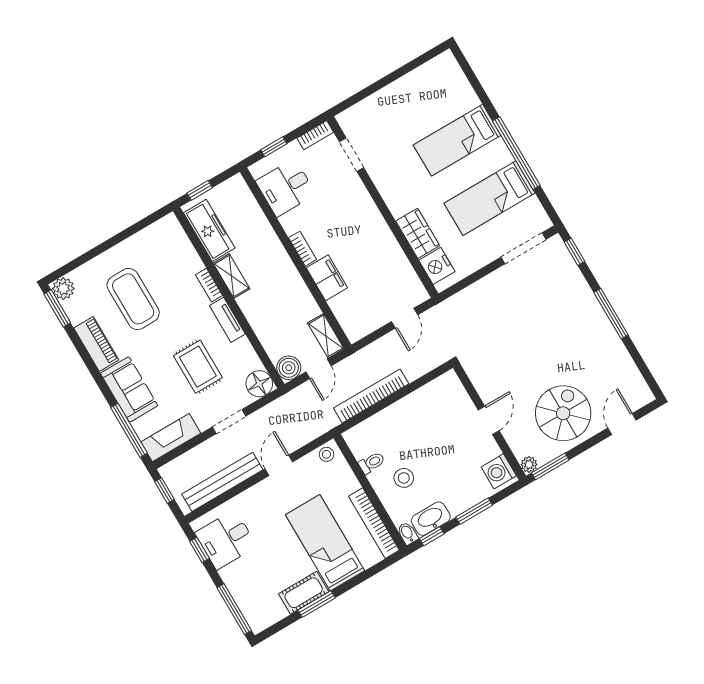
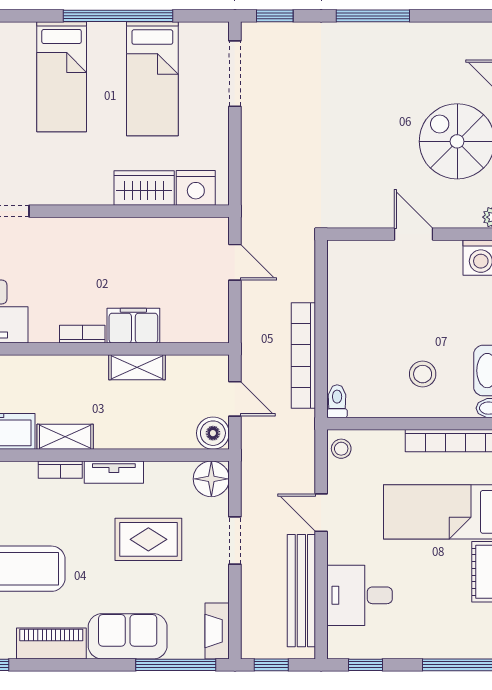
shelving: (326, 336) -> (137, 367), moved
fireplace: (171, 438) -> (217, 631), width x0.73, depth x0.76
toilet: (372, 463) -> (337, 401), moved
desk: (226, 540) -> (359, 595), moved, turned 90

